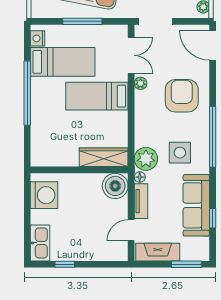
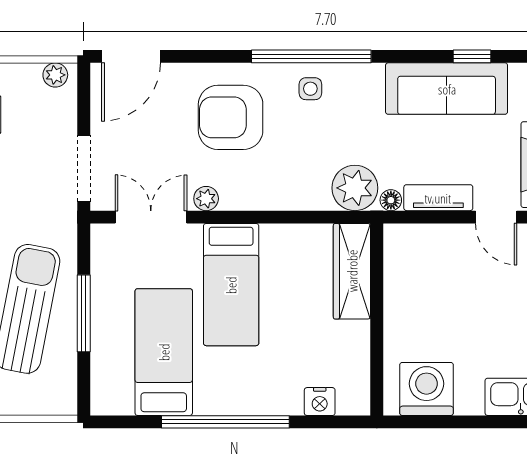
nightstand: (38, 38) -> (320, 402), moved
side table: (180, 153) -> (310, 89), moved, width x0.54, depth x0.54
boiler: (115, 186) -> (408, 249), removed

